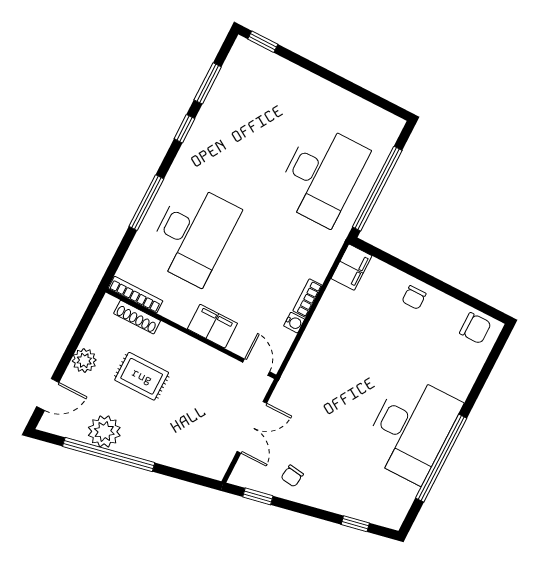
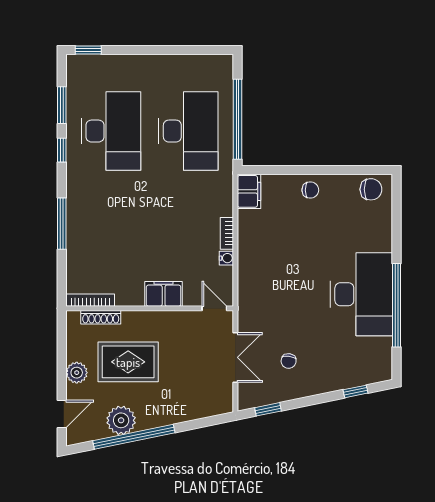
desk: (193, 234) -> (111, 131), moved
chair: (414, 297) -> (310, 190), turned -90
rug: (142, 376) -> (128, 362), width x1.36, depth x1.43
chair: (292, 476) -> (289, 361), moved

